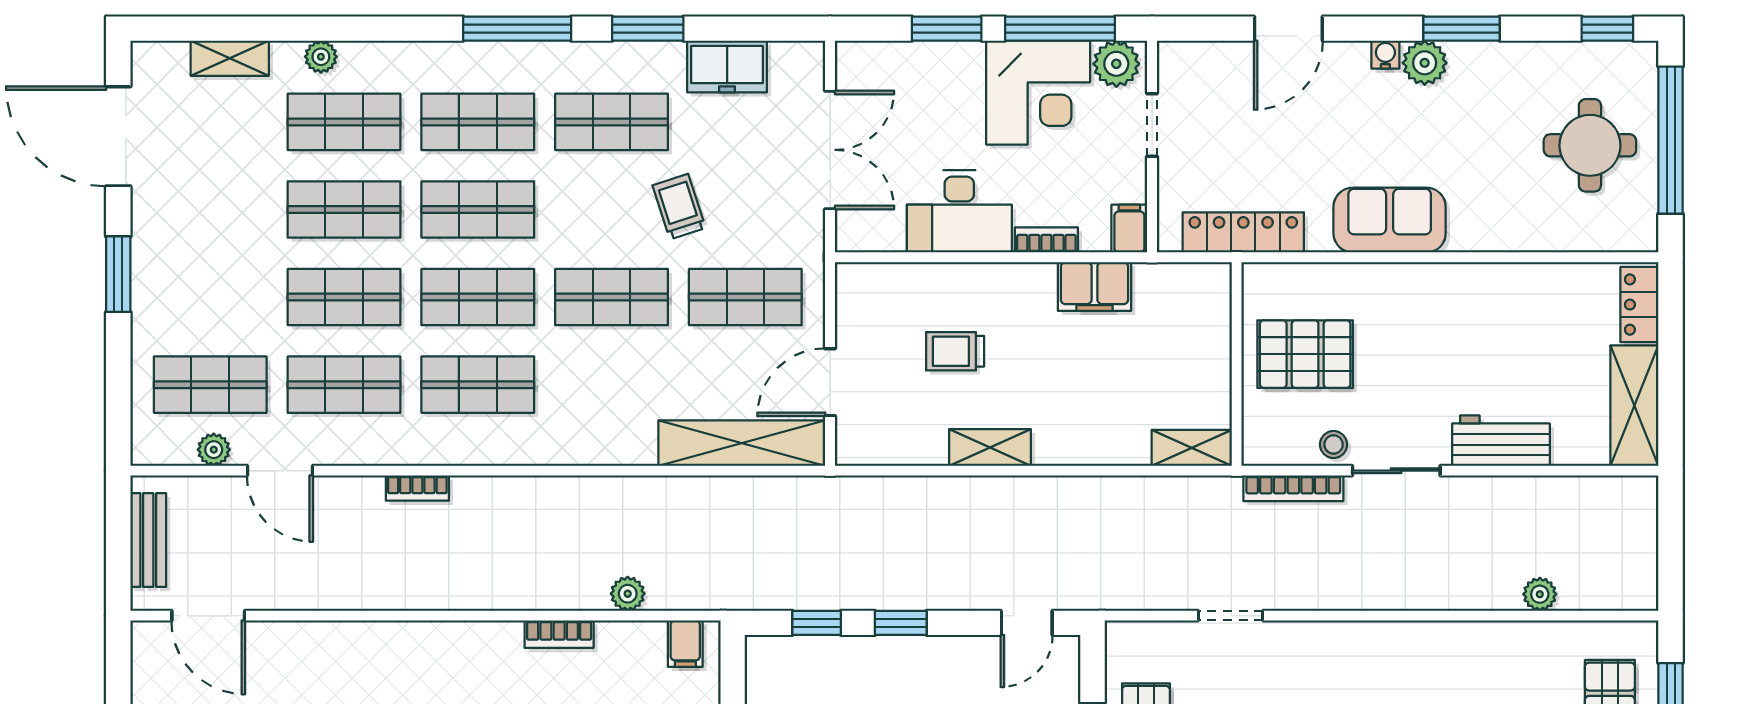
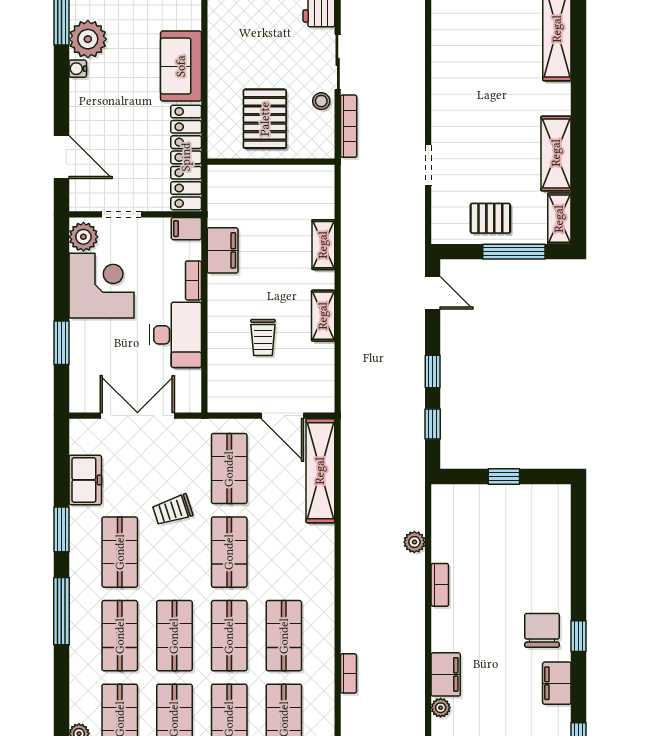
window: (1060, 29) -> (61, 272), removed
door: (1288, 29) -> (61, 157), moved
plant: (1425, 63) -> (88, 39), width x1.36, depth x1.36
locker: (1243, 232) -> (186, 157), width x1.41, depth x1.21
shelving: (1192, 448) -> (323, 245), moved
plant: (363, 636) -> (441, 708), added
filing cabinet: (685, 644) -> (446, 674), moved, width x2.00

